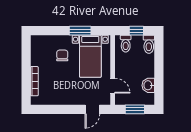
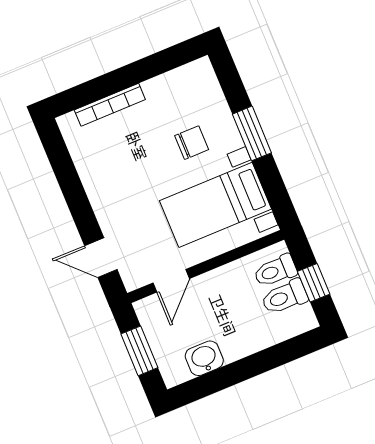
window: (80, 31) -> (252, 133), moved
toilet: (149, 44) -> (285, 297), moved

